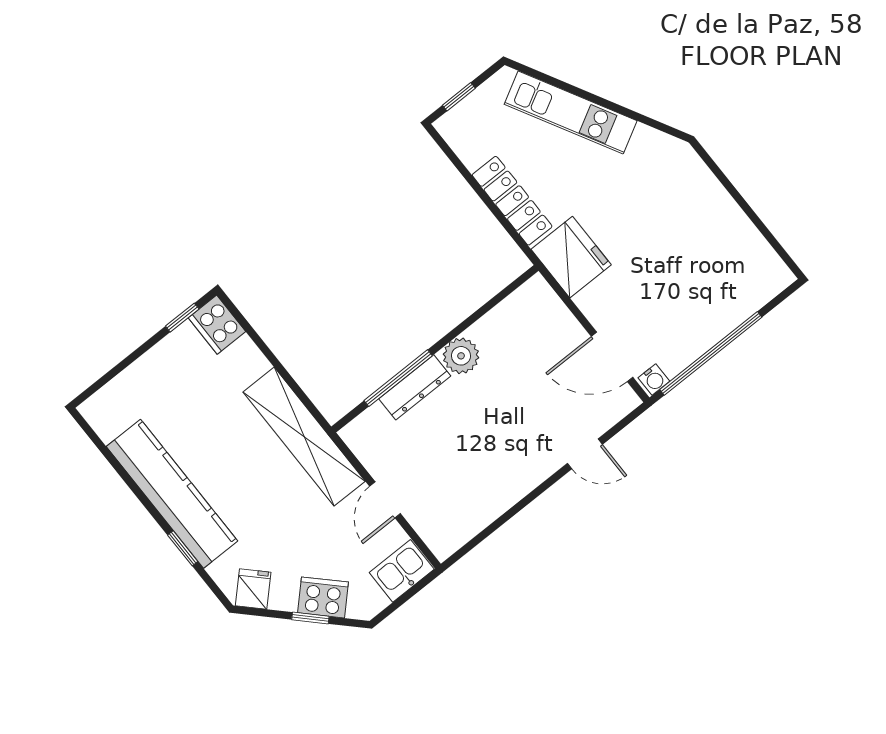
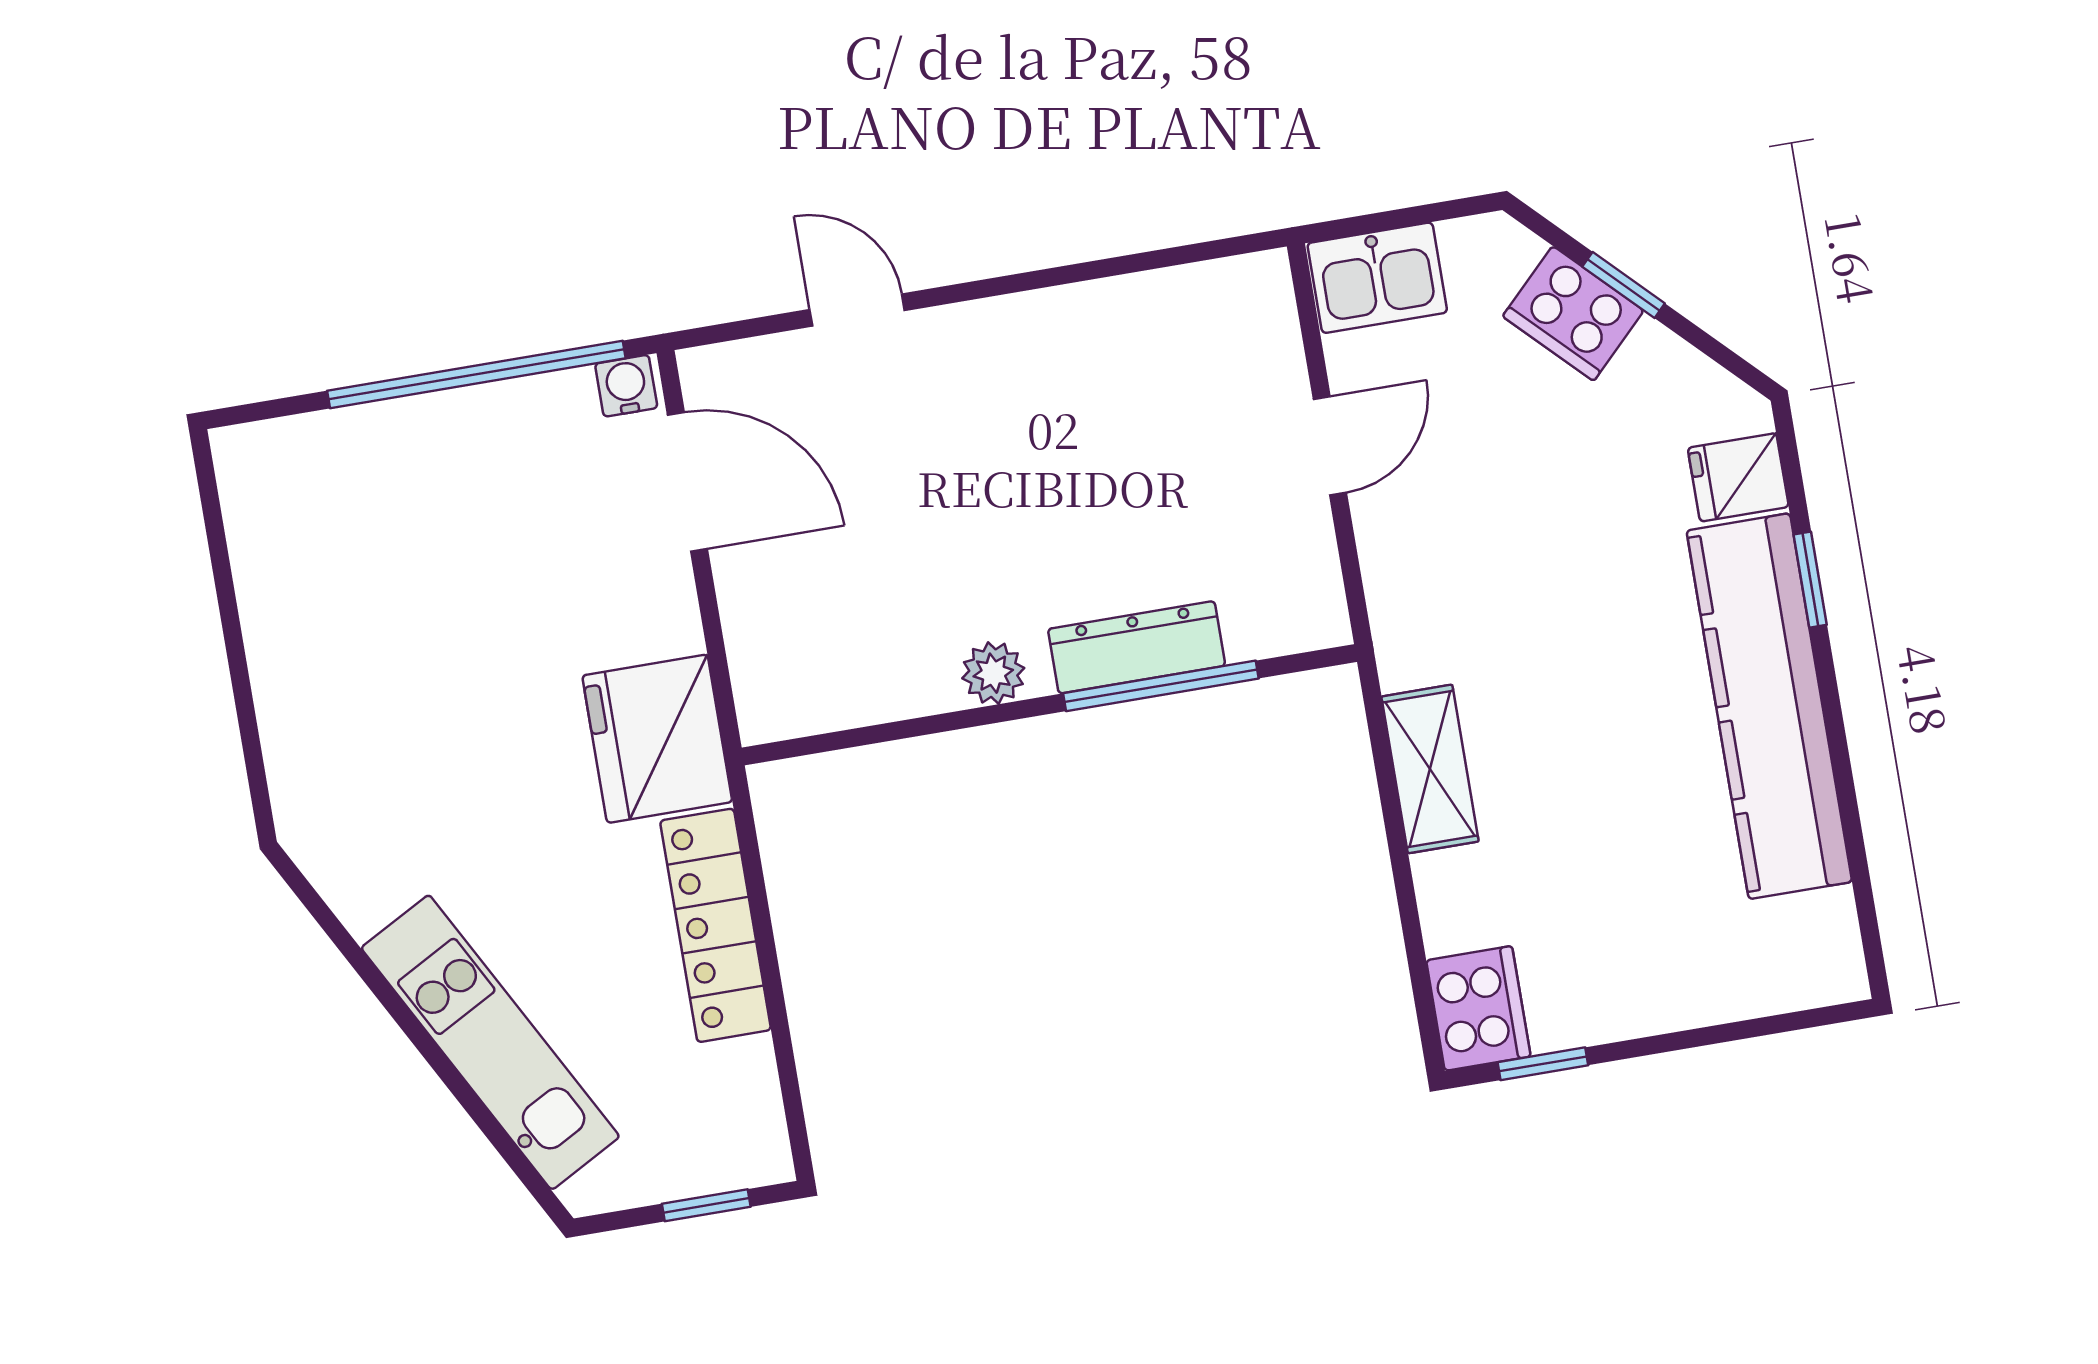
plant: (461, 356) -> (993, 673), width x0.73, depth x0.73
shelving: (304, 437) -> (1430, 769), width x0.45, depth x0.75
fridge: (253, 589) -> (1738, 477), moved, turned 45

